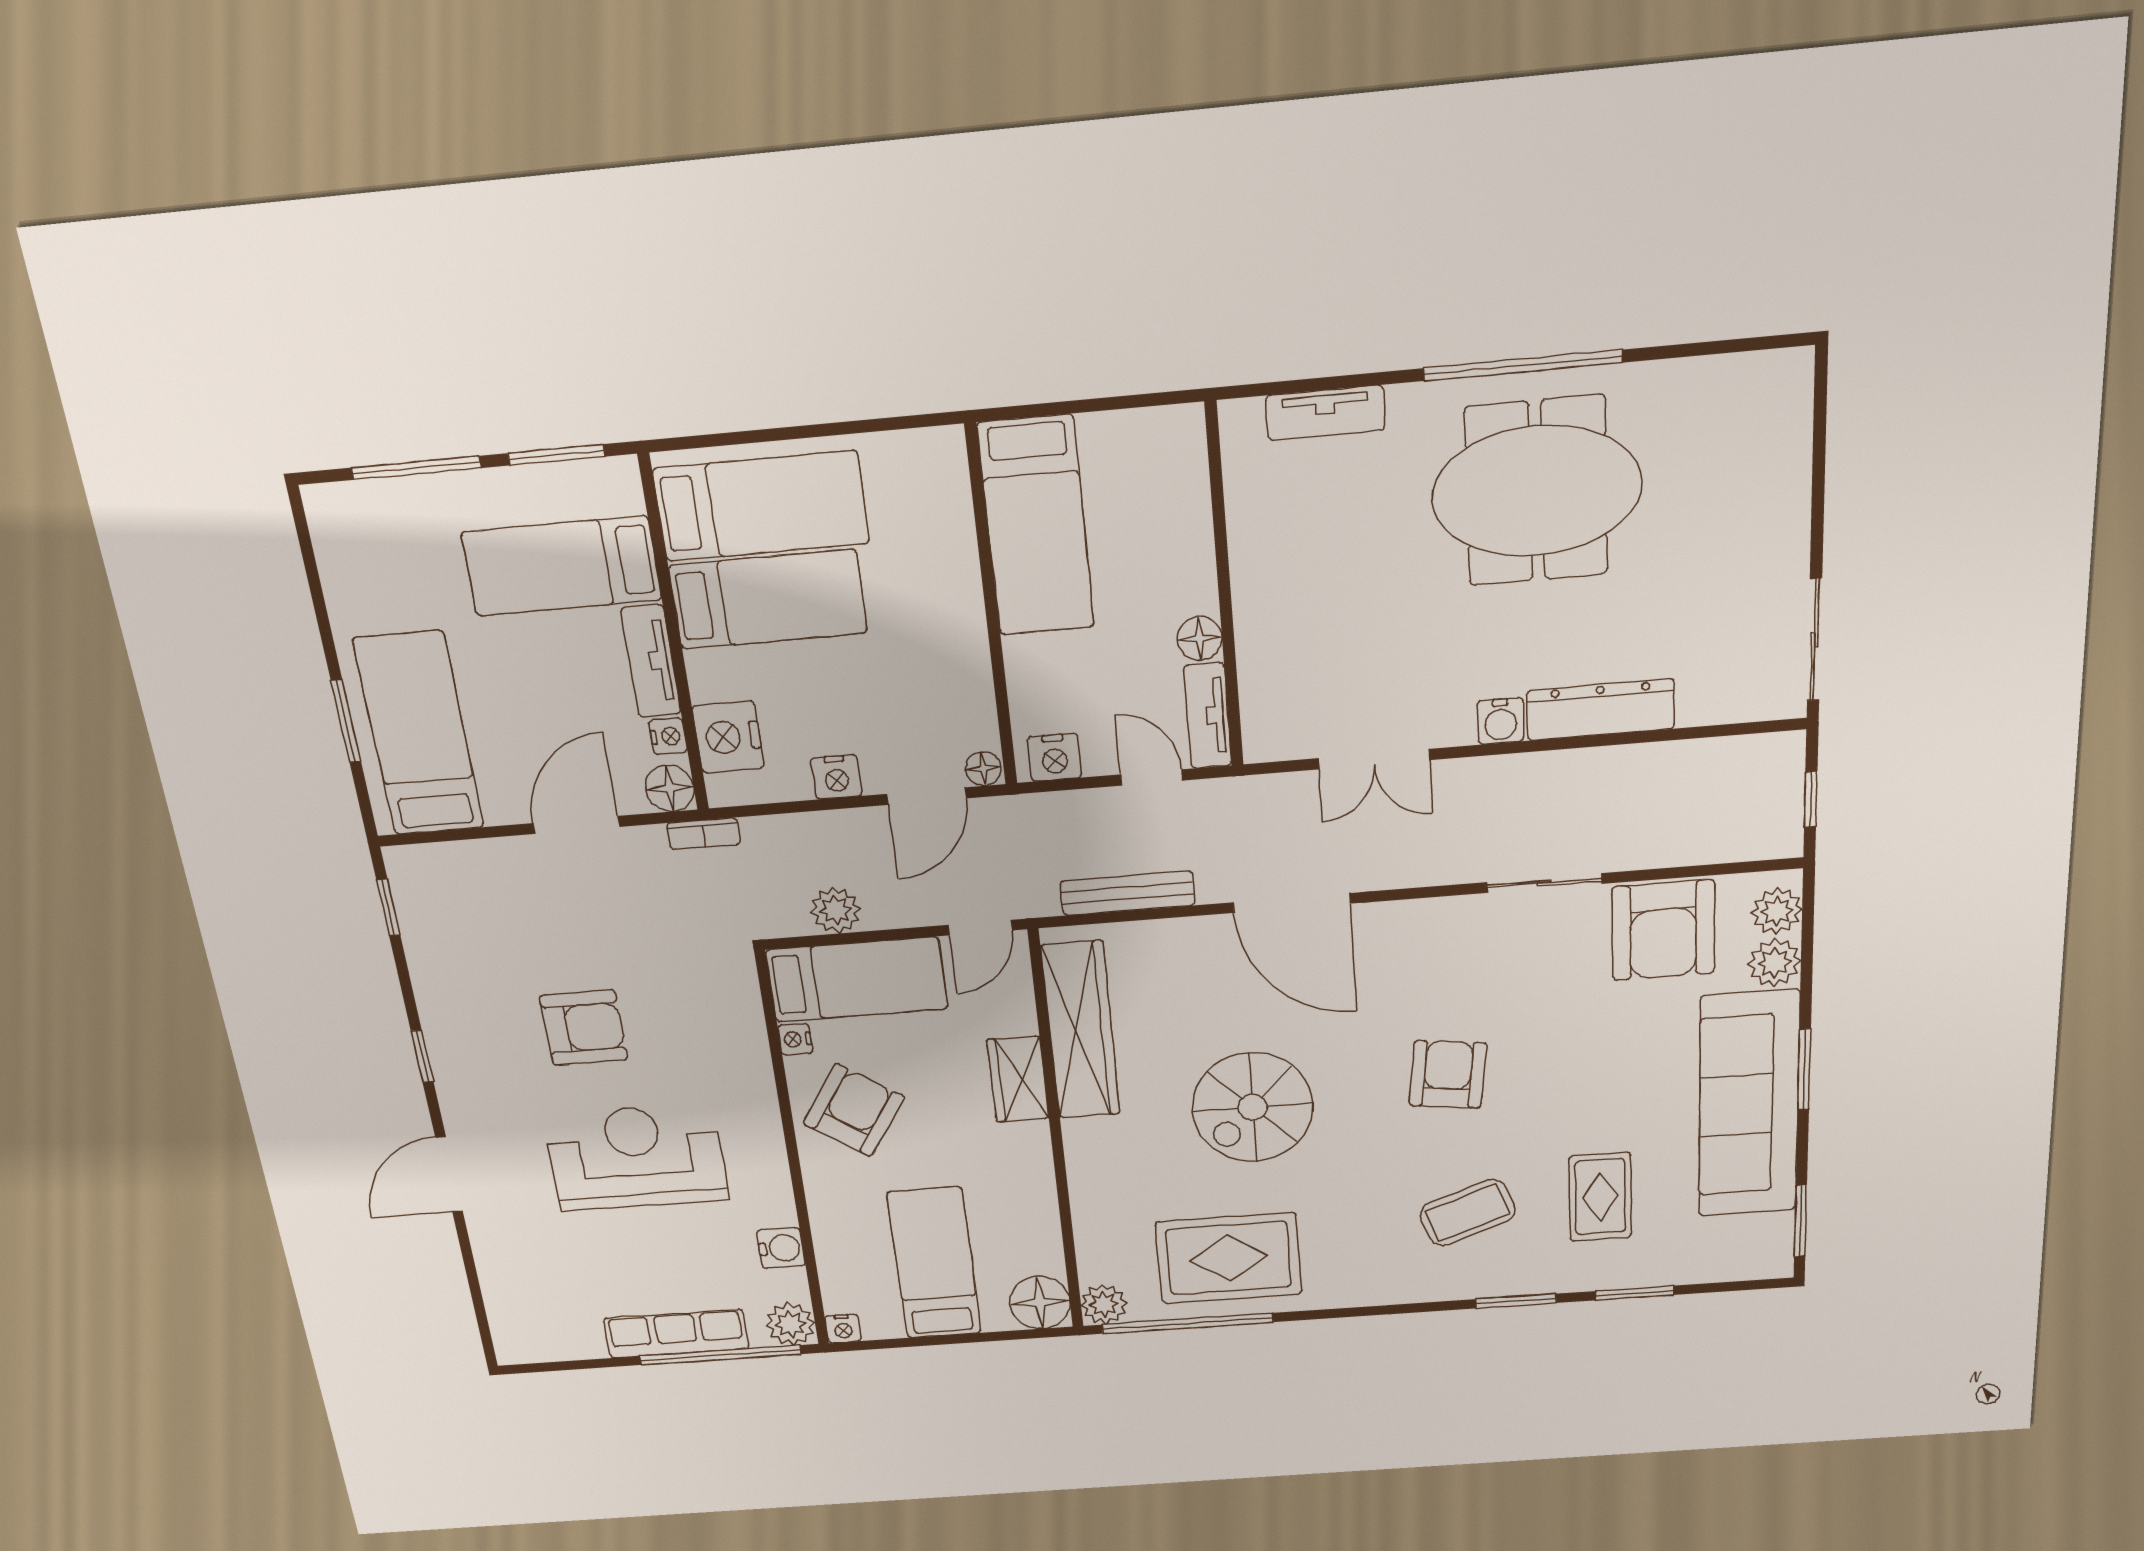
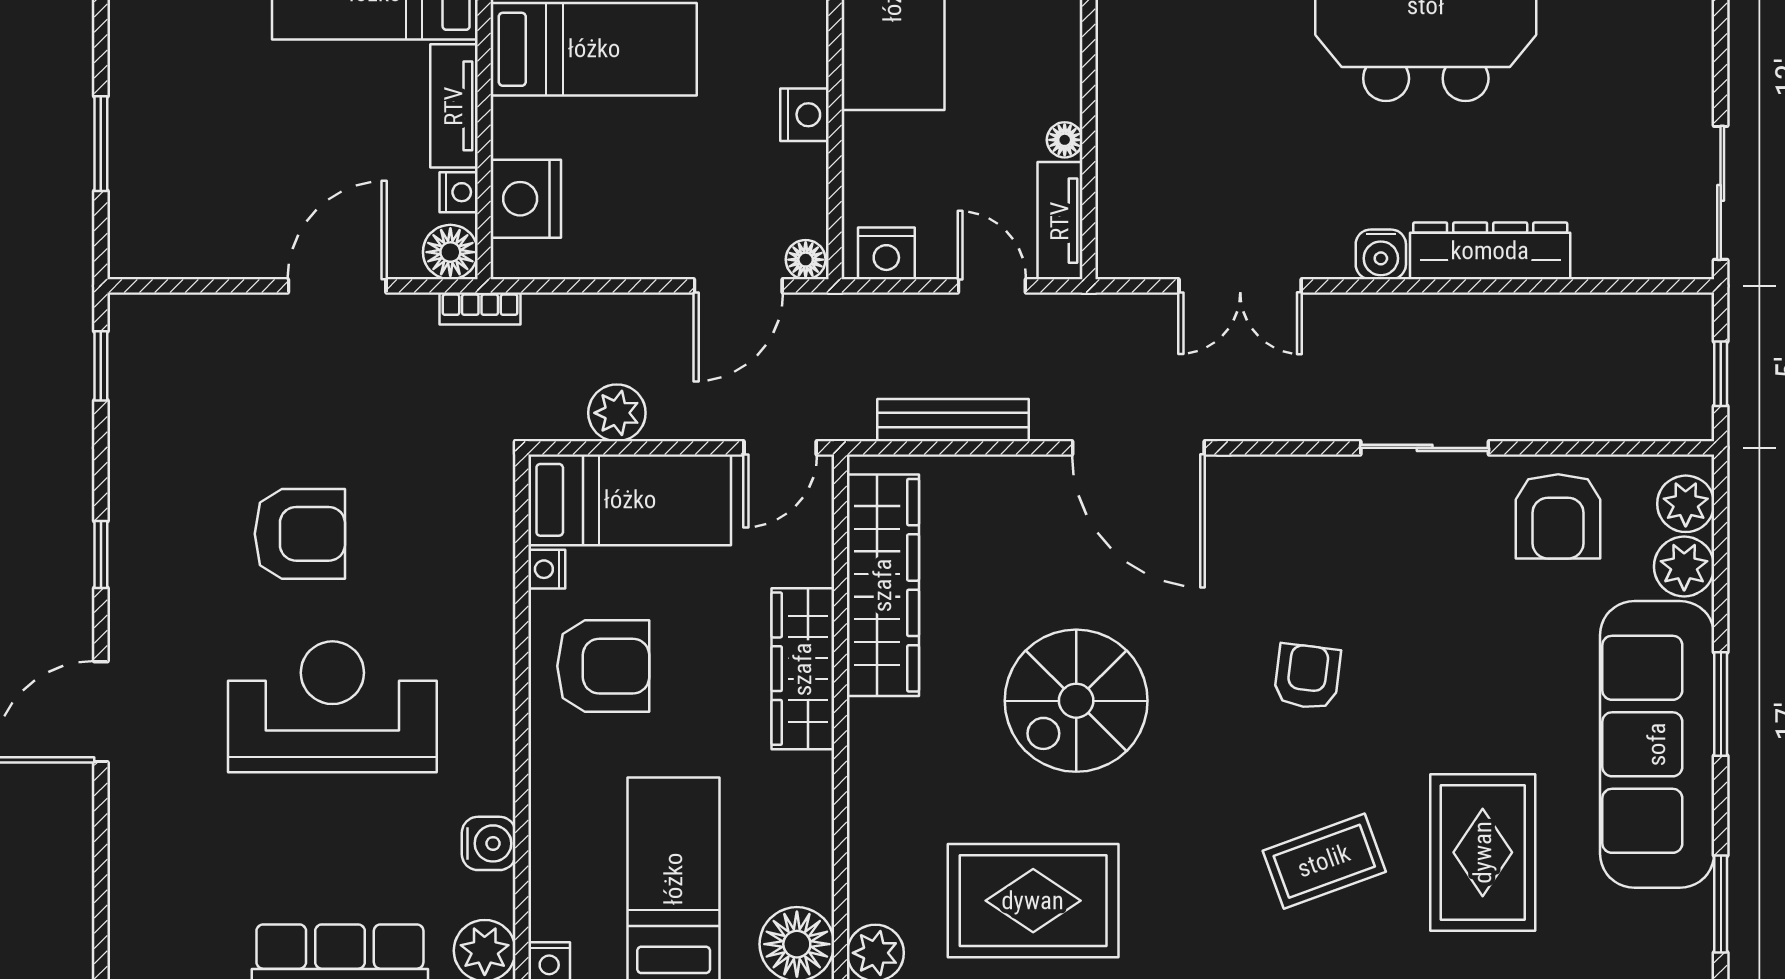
floor lamp: (1200, 638) -> (1065, 140), width x0.73, depth x0.73
bed: (419, 734) -> (180, 165), removed
nightstand: (836, 777) -> (804, 115), moved, turned -90
armchair: (1663, 930) -> (1558, 516), width x0.73, depth x0.73
armchair: (1448, 1074) -> (1307, 677), width x0.72, depth x0.72
wardrobe: (1018, 1079) -> (803, 669), width x1.50
armchair: (854, 1110) -> (603, 666), turned 56
rug: (1600, 1197) -> (1483, 852), width x1.36, depth x1.43

